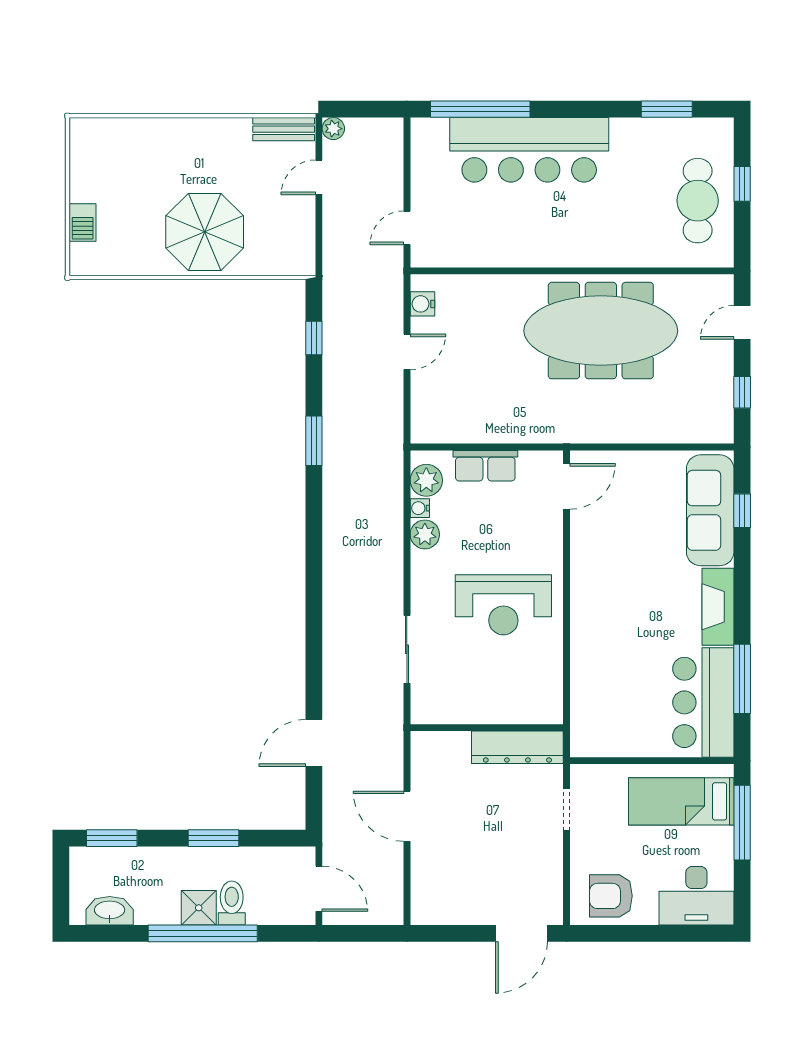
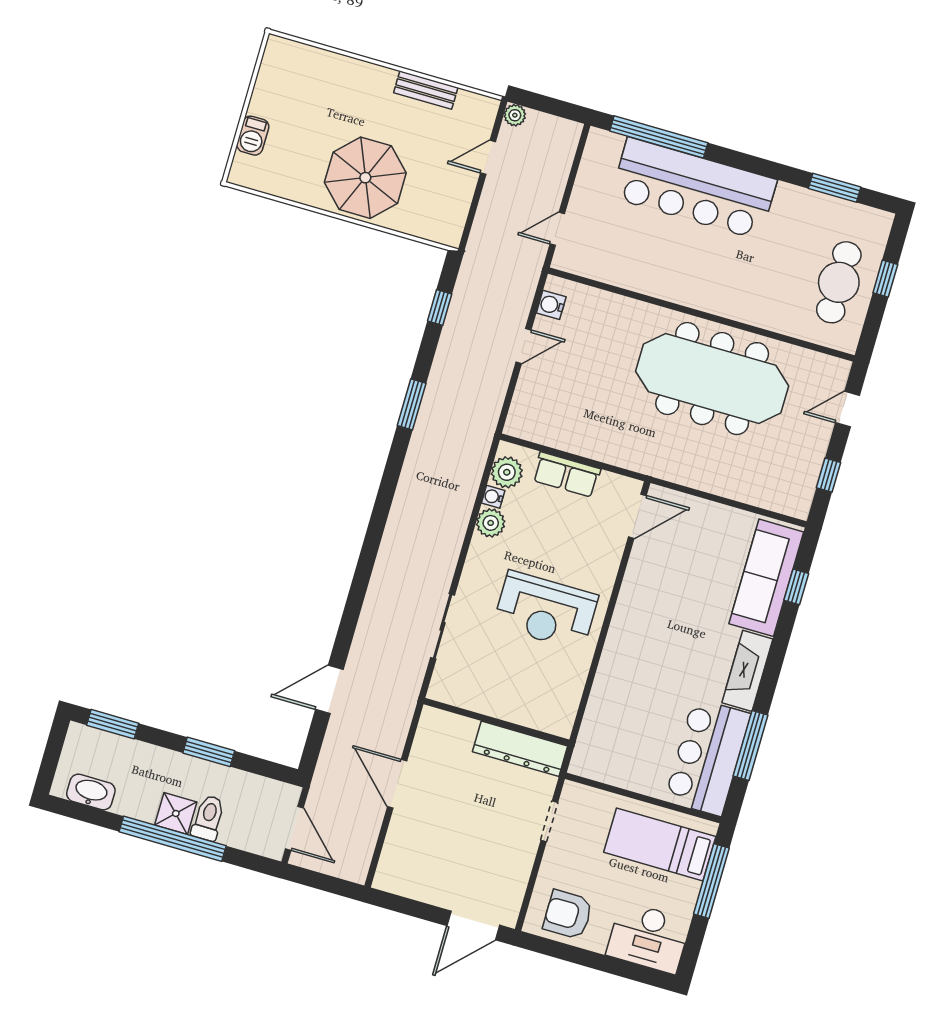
bench: (284, 129) -> (426, 90), moved

